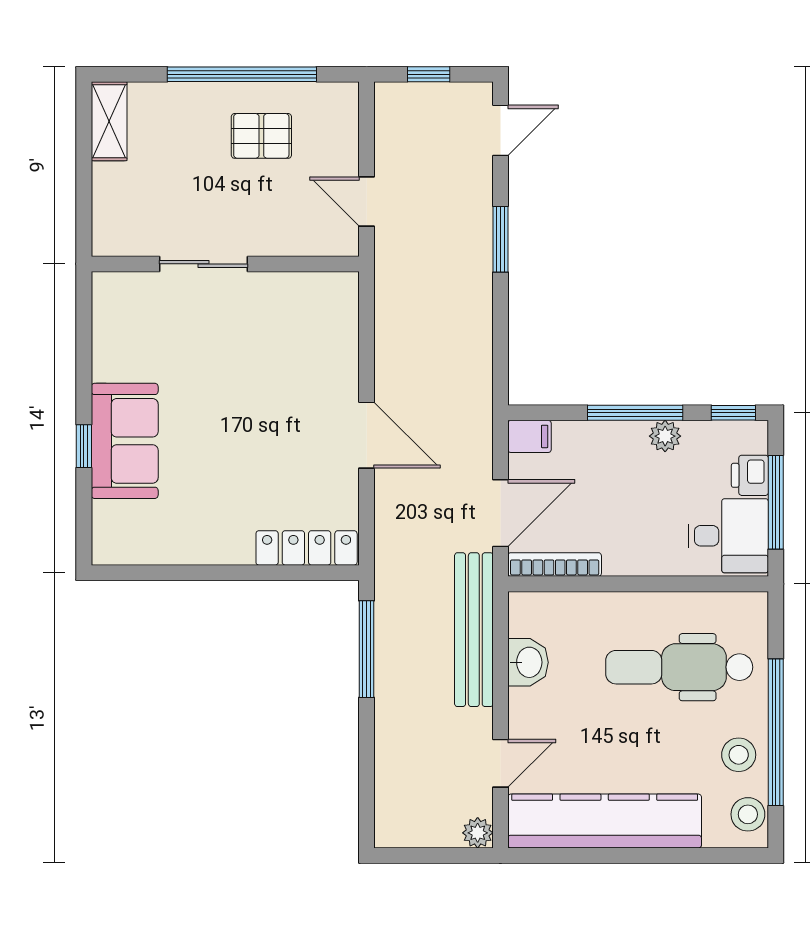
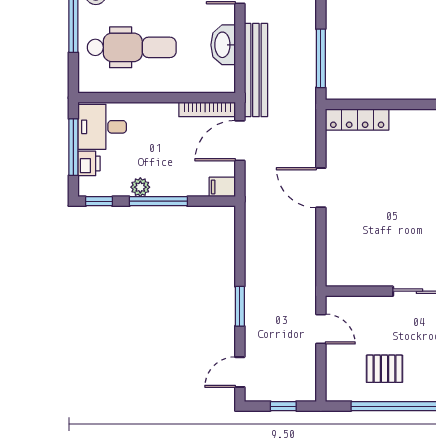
washbasin: (528, 662) -> (223, 45), width x1.38

